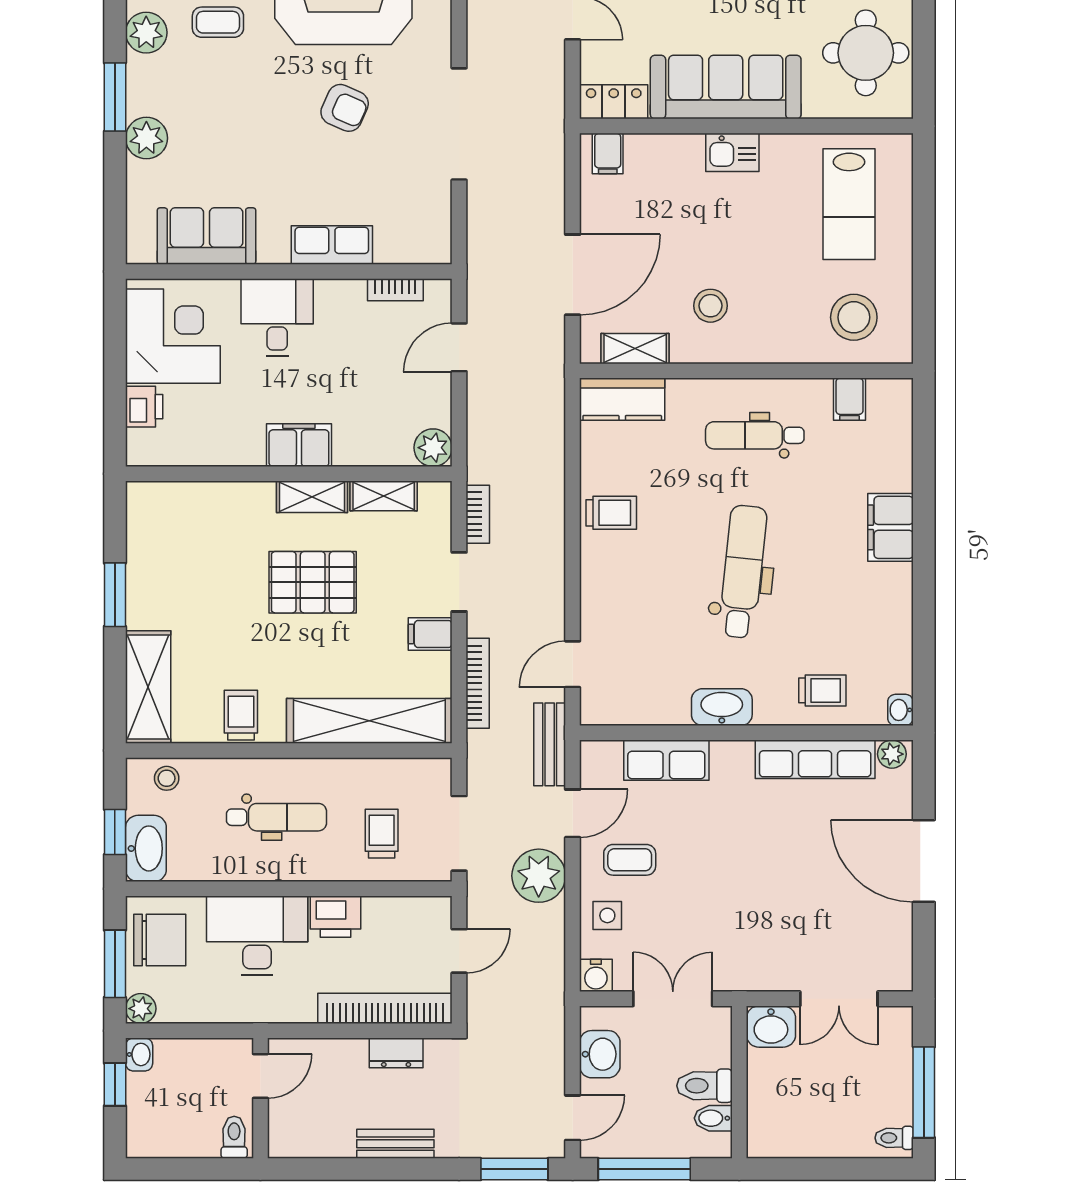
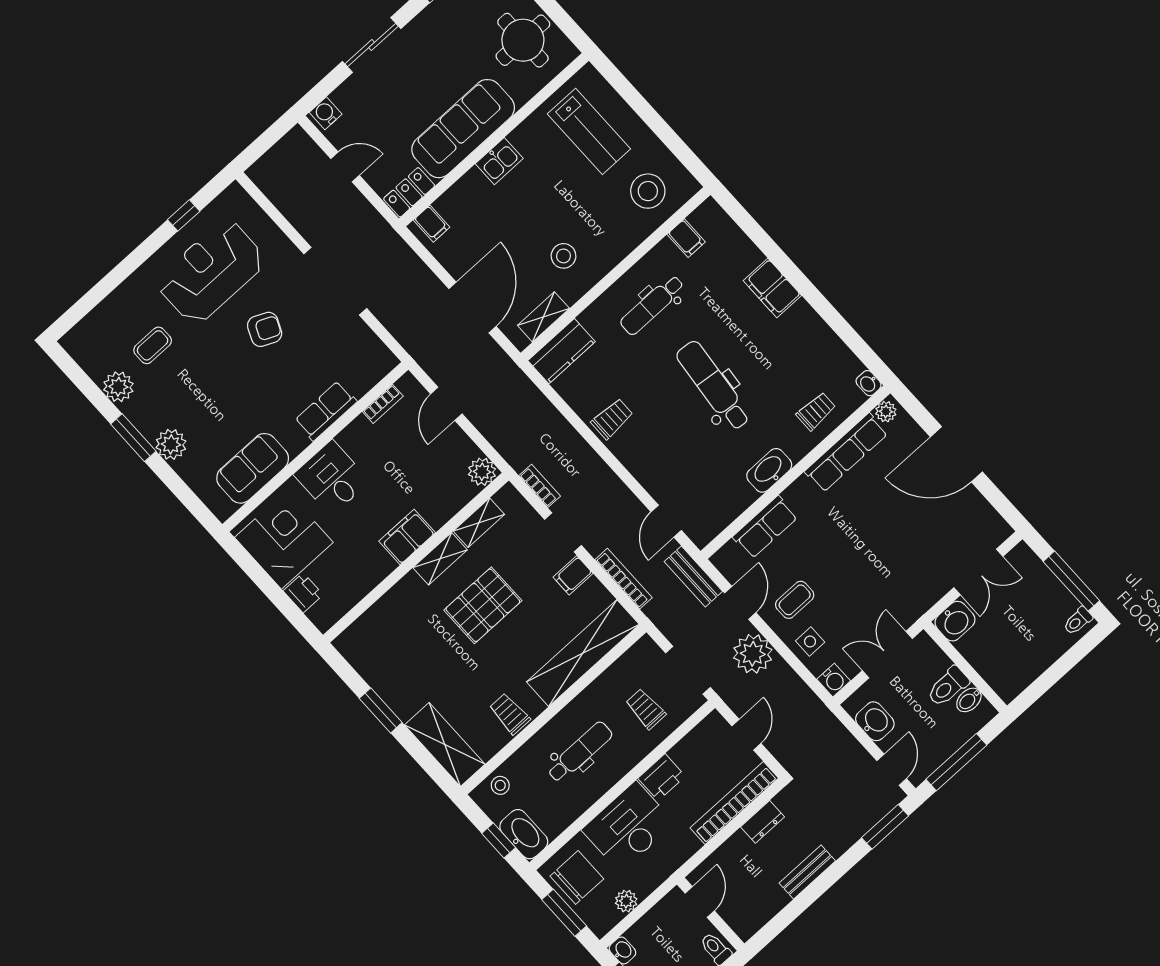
plant: (141, 1009) -> (626, 901), moved

